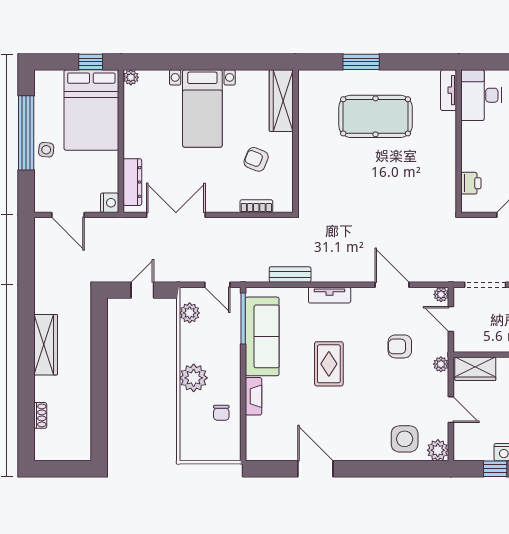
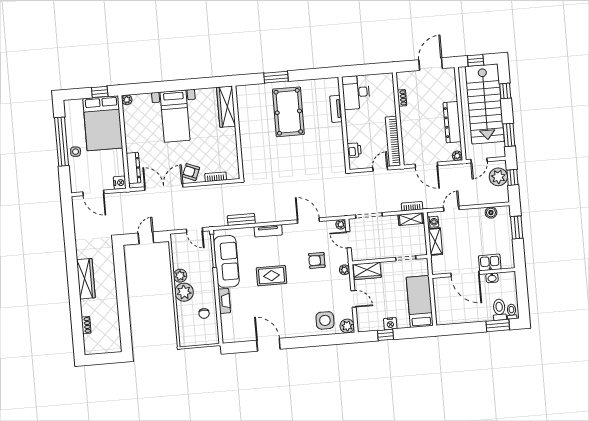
tv unit: (448, 90) -> (336, 109), moved
pool table: (376, 116) -> (288, 112), turned 90
armchair: (256, 159) -> (191, 172), moved
plant: (190, 313) -> (180, 276), moved
rug: (329, 364) -> (271, 276), turned 90

